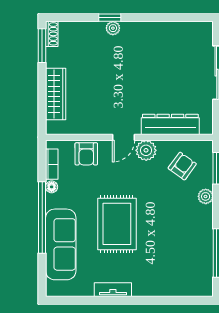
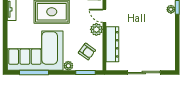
corner sofa: (181, 251) -> (35, 51), added

